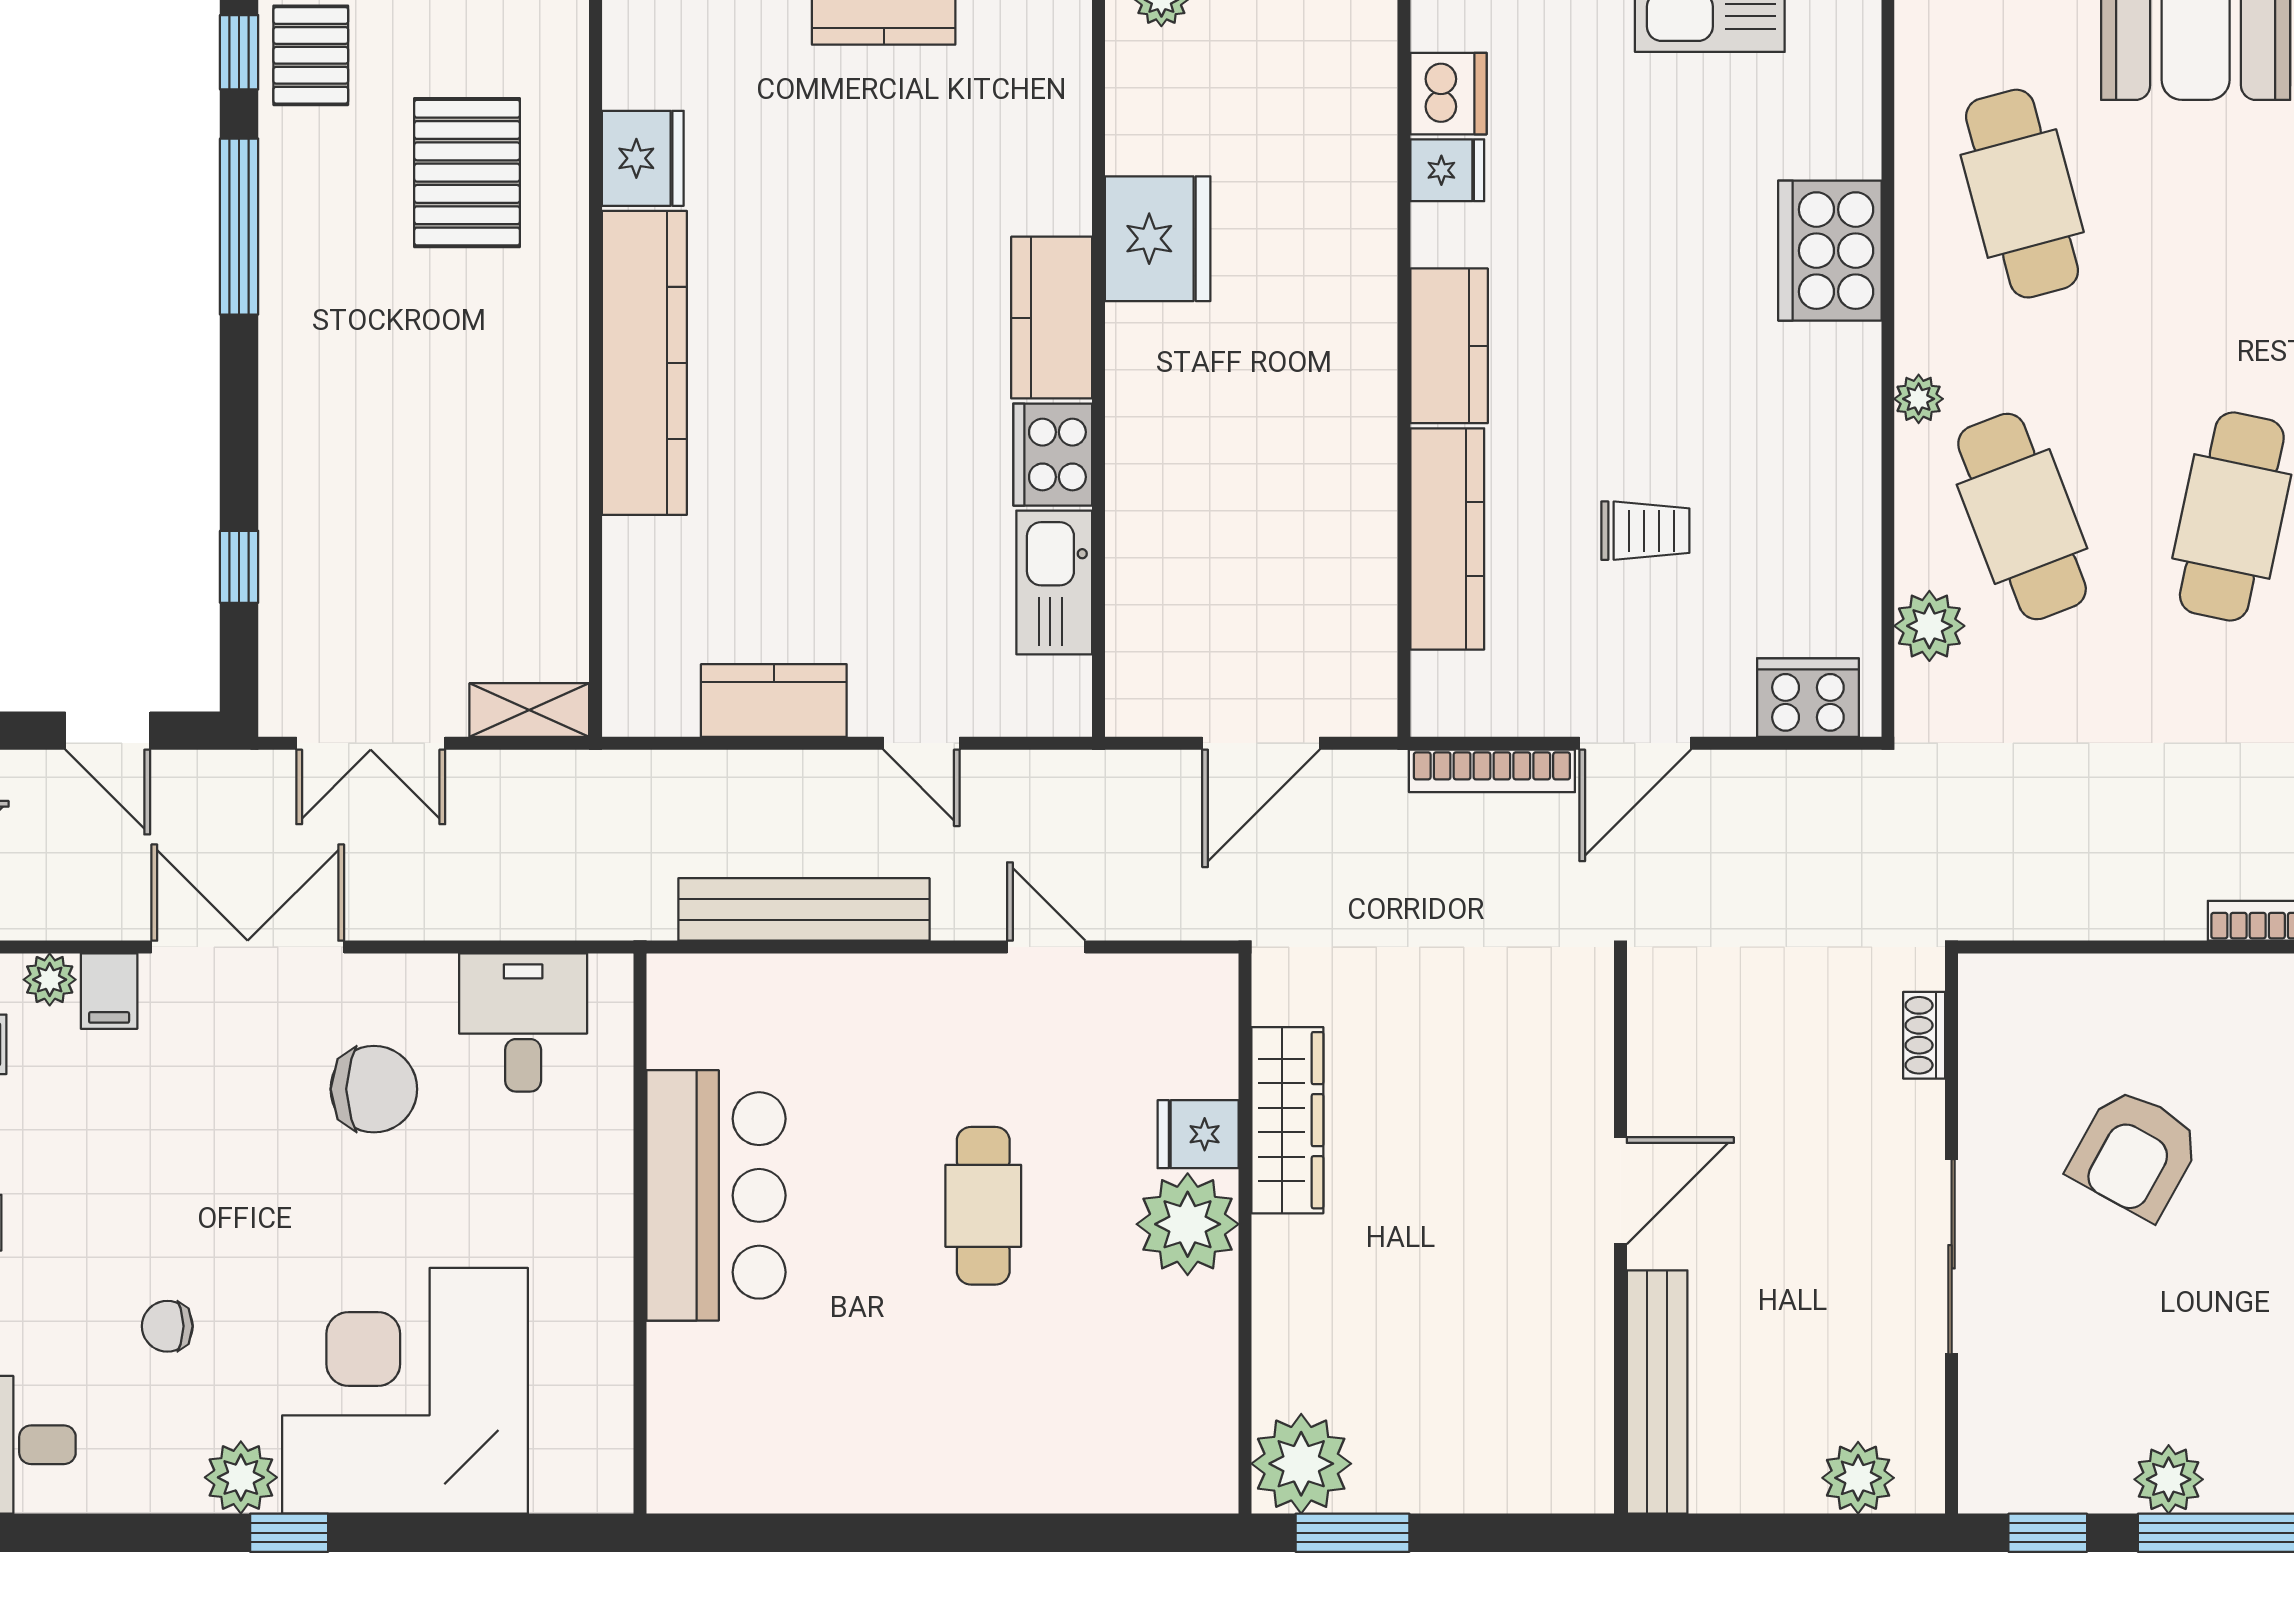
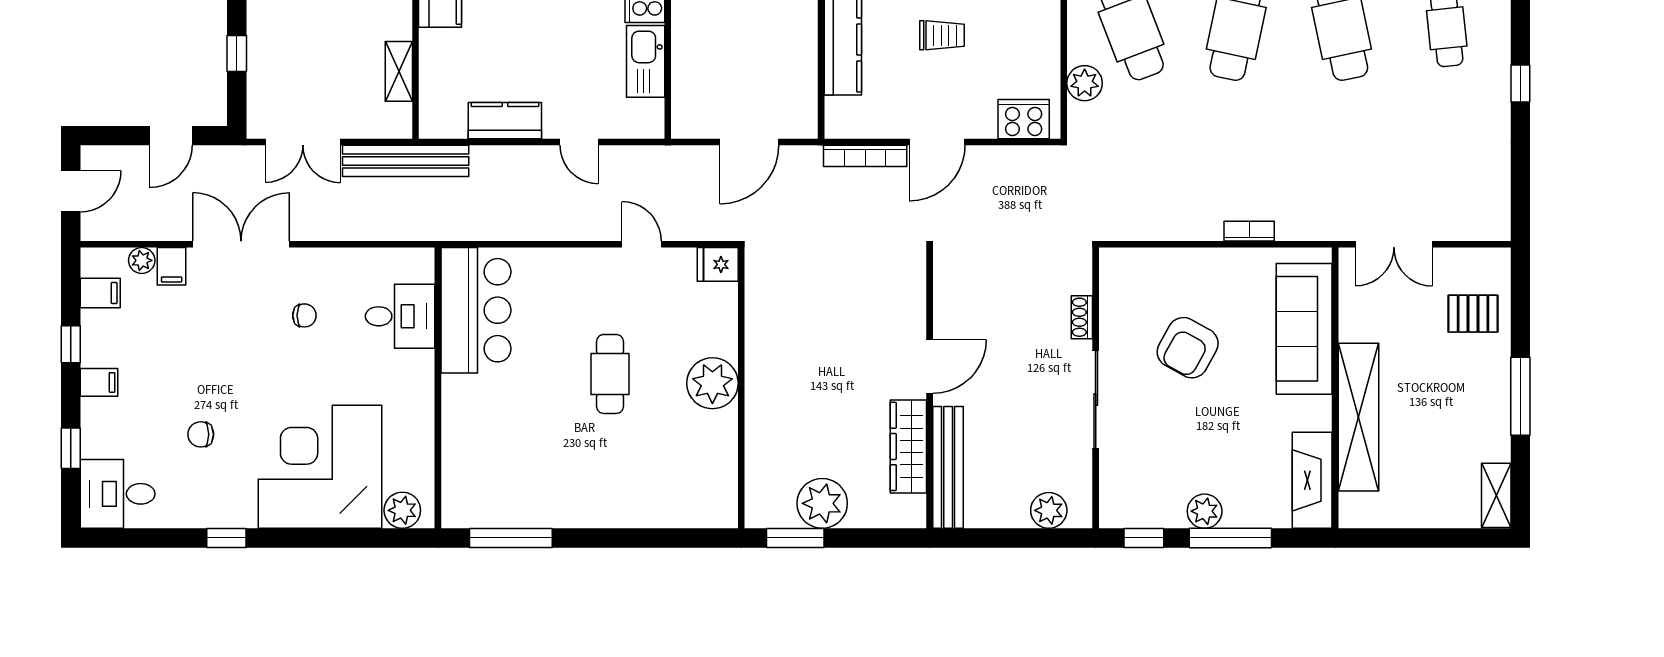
shelving: (529, 710) -> (399, 71), moved, turned 90
door: (108, 731) -> (171, 136), hinge flipped
bench: (804, 909) -> (406, 161), moved
desk: (523, 1023) -> (400, 316), moved, turned 90
shoe rack: (1924, 1035) -> (1082, 317), moved
chair: (374, 1089) -> (304, 315), width x0.54, depth x0.54
wardrobe: (1287, 1120) -> (908, 446), moved, turned 180
fridge: (1198, 1134) -> (718, 264), moved
bar counter: (716, 1195) -> (476, 310), moved
plant: (1301, 1464) -> (822, 503), moved
plant: (241, 1477) -> (402, 510), moved
window: (289, 1533) -> (226, 538), moved
window: (786, 1533) -> (511, 538), added

